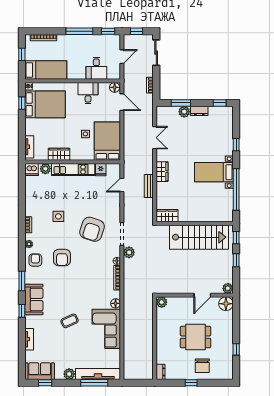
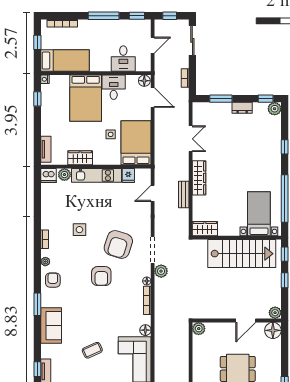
bed: (45, 104) -> (86, 98), moved, turned 90
plant: (184, 112) -> (275, 109), moved
wardrobe: (162, 172) -> (199, 178), width x1.50
bed with nightstands: (214, 172) -> (259, 214), moved, turned 90
armchair: (62, 258) -> (101, 276), moved
window: (22, 311) -> (37, 369), moved

